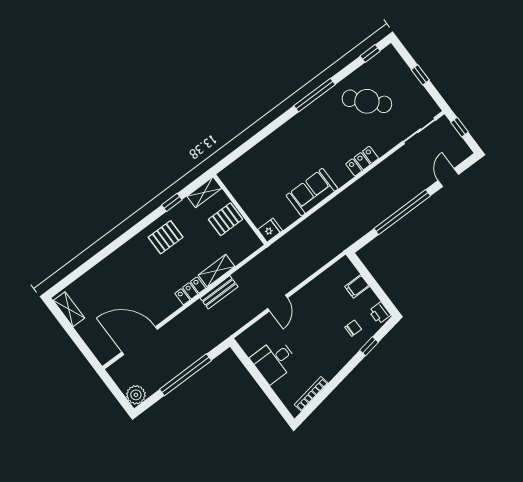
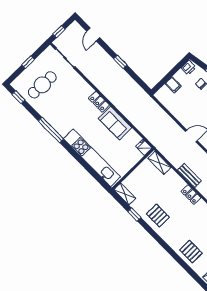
cafe table: (367, 101) -> (42, 85), moved, turned 45
kitchen unit: (265, 151) -> (92, 158), added
locker: (362, 161) -> (99, 102), moved
door: (448, 177) -> (93, 34), hinge flipped
window: (402, 212) -> (120, 62), width x0.32
pallet: (226, 219) -> (191, 252), moved
shelving: (217, 271) -> (159, 163), moved

